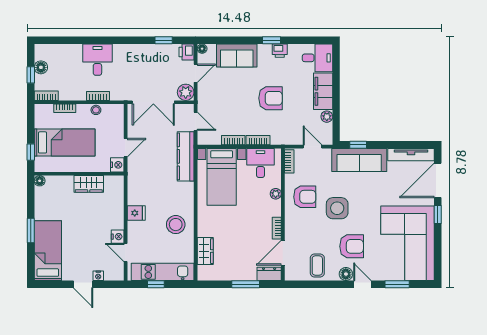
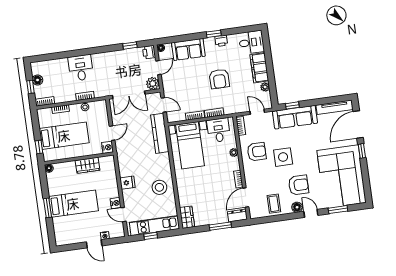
armchair: (271, 98) -> (219, 79), turned 90
bed: (48, 251) -> (73, 204), moved, turned 90
wardrobe: (205, 251) -> (187, 217), moved

